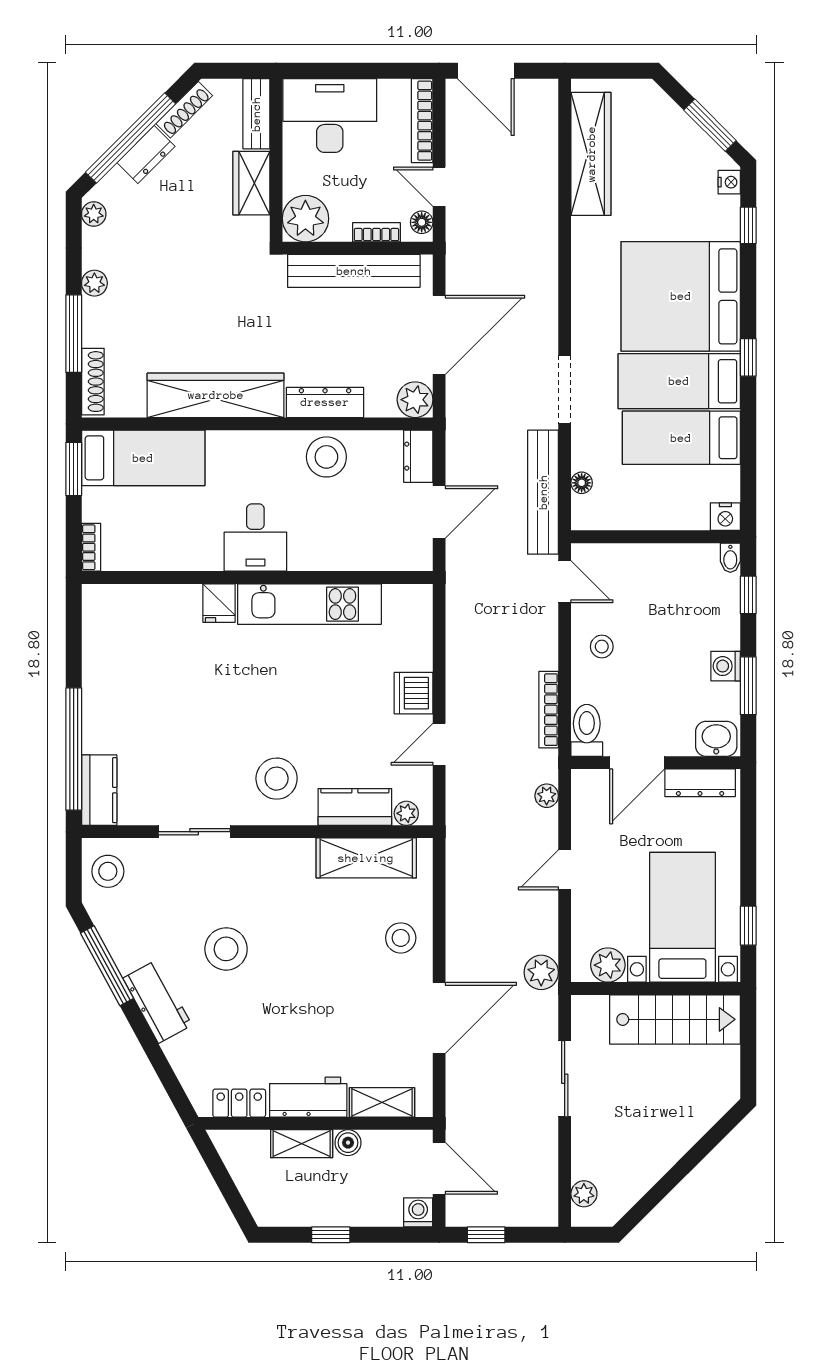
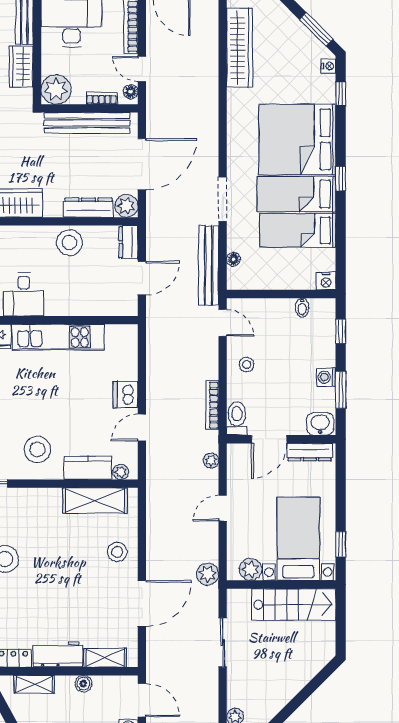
dresser: (325, 402) -> (89, 208), moved
bidet: (730, 558) -> (302, 307), moved
shelving: (302, 1144) -> (34, 684), moved

